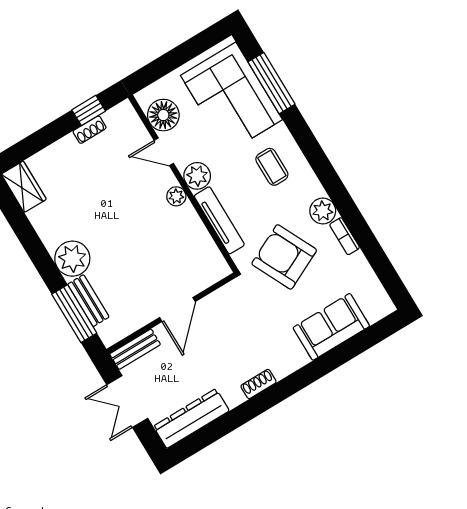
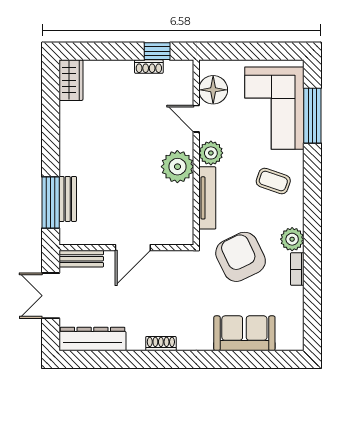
coffee table: (272, 167) -> (273, 181), turned -71
plant: (176, 196) -> (177, 167), width x1.88, depth x1.88
plant: (72, 259) -> (75, 159), removed

